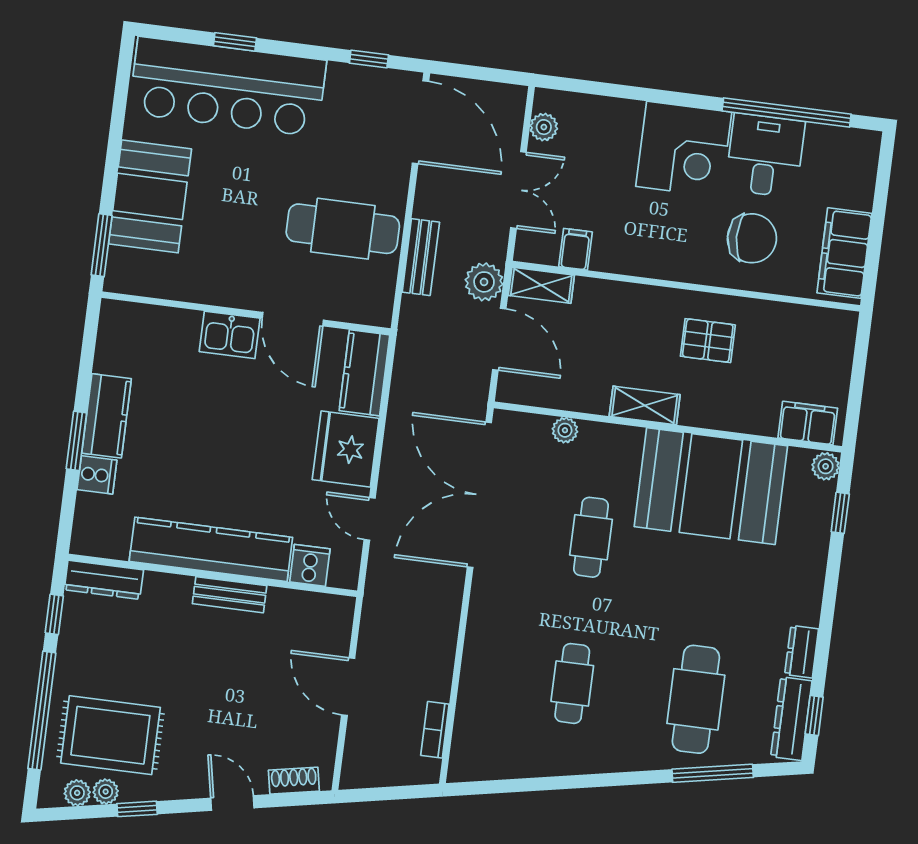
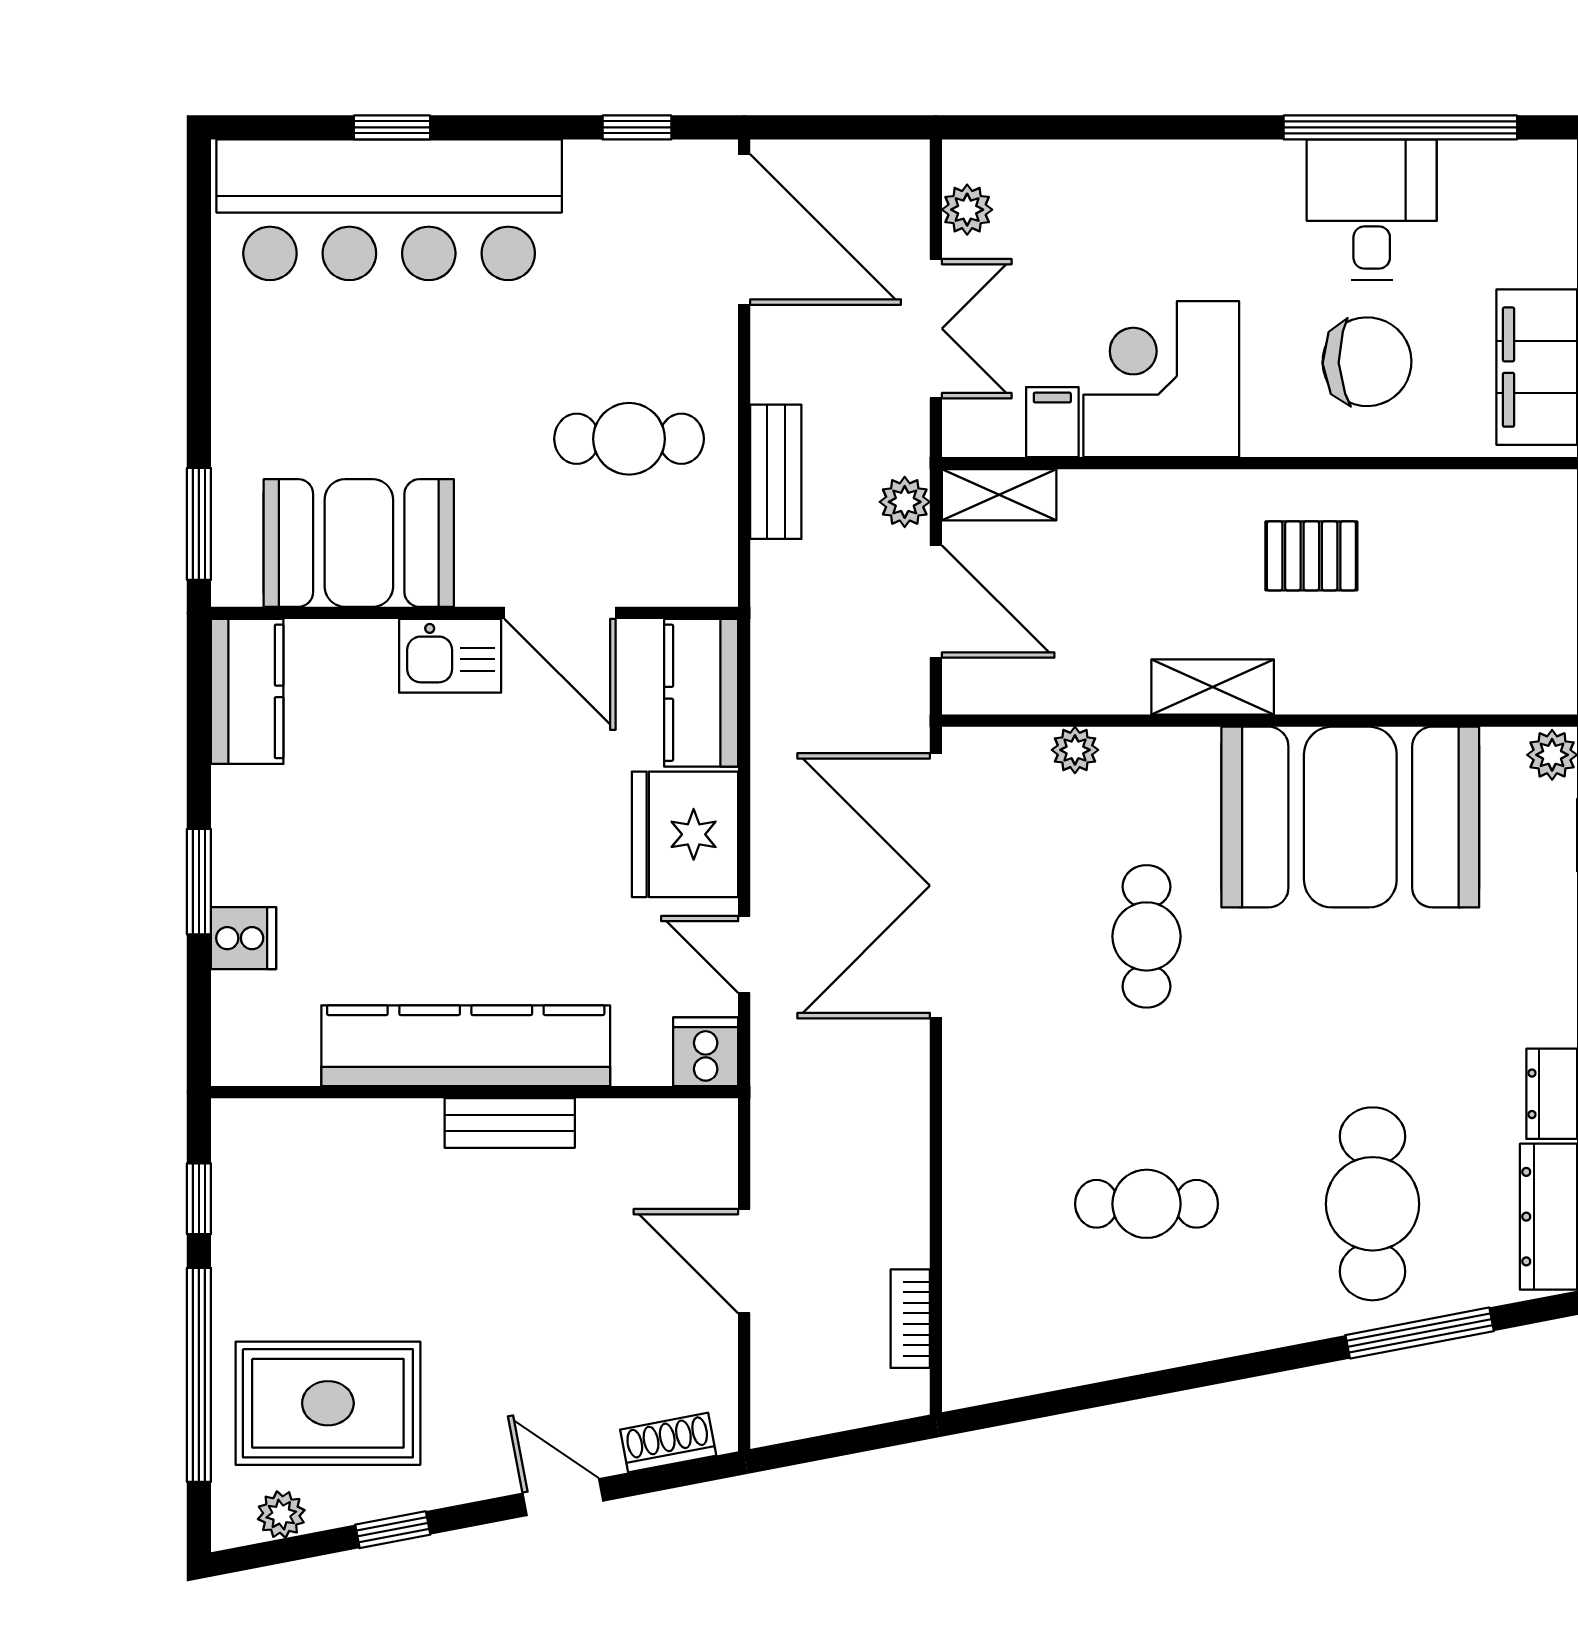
corner desk: (684, 149) -> (1161, 379), moved, turned 180
booth: (150, 196) -> (359, 543), moved, turned 90
cafe table: (343, 229) -> (629, 439), width x0.73, depth x0.74
plant: (484, 282) -> (905, 502), width x0.73, depth x0.73
kitchen counter: (107, 416) -> (247, 691), moved
filing cabinet: (808, 423) -> (1510, 681), removed
cooker: (310, 565) -> (706, 1052), moved
dresser: (104, 580) -> (280, 1125), removed
cafe table: (572, 683) -> (1147, 1204), turned 90
plant: (106, 792) -> (332, 1506), removed

